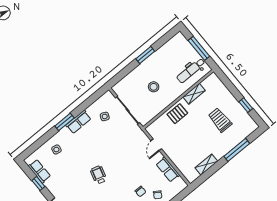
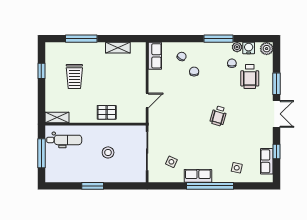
shelving: (194, 94) -> (57, 118), moved
window: (64, 122) -> (210, 186), width x2.11
row of seats: (168, 170) -> (155, 56), moved

